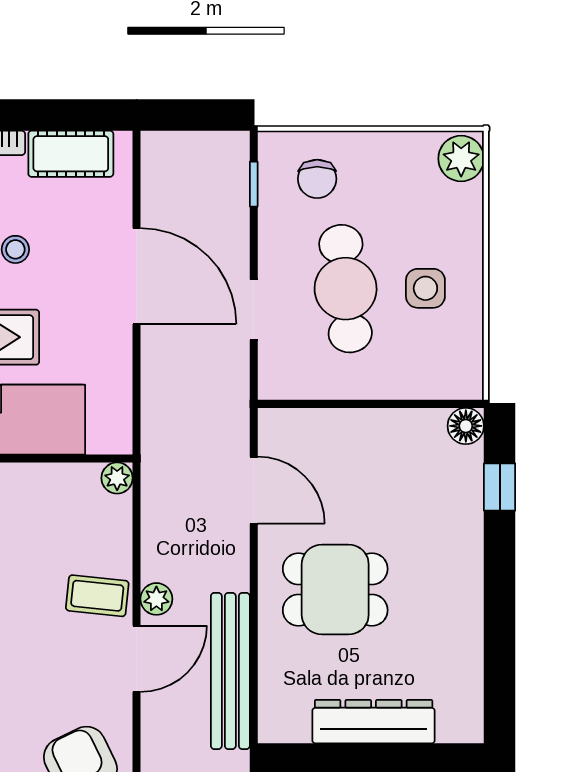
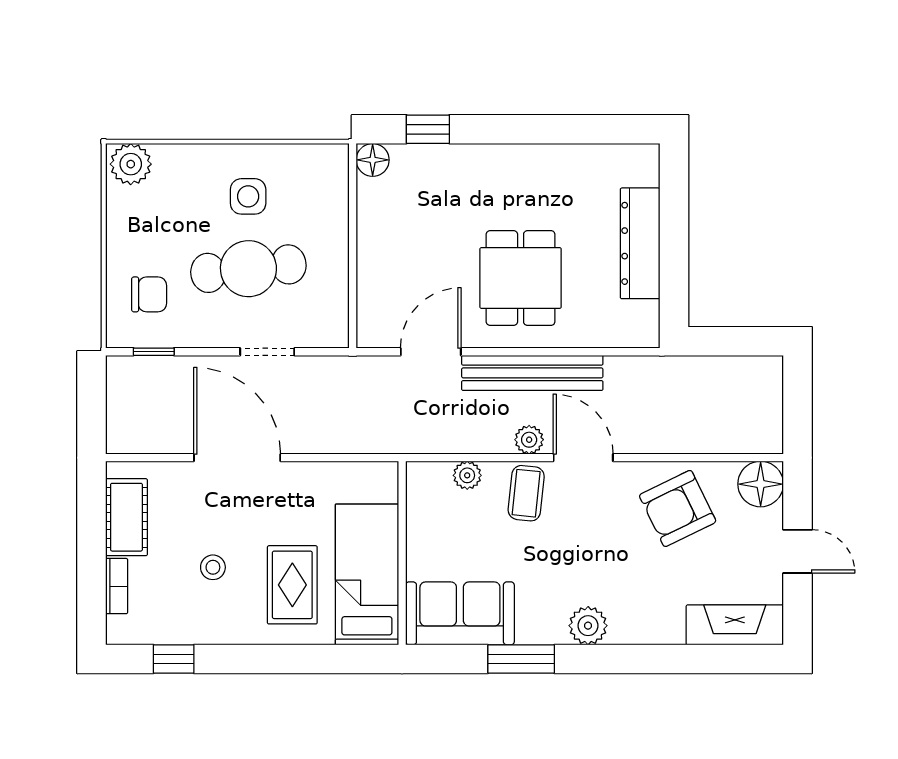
door: (137, 276) -> (237, 458), hinge flipped
plant: (117, 478) -> (467, 475), moved
bench: (230, 671) -> (532, 373), moved

